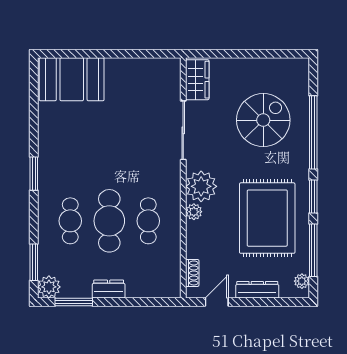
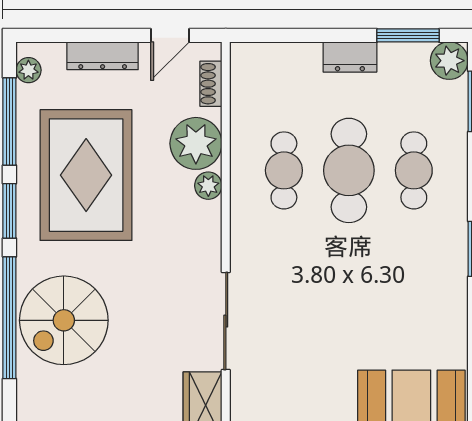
spiral stairs: (263, 120) -> (64, 320), moved
plant: (201, 186) -> (196, 143), moved

